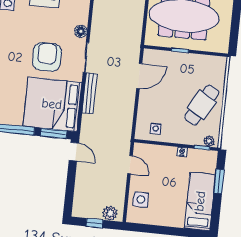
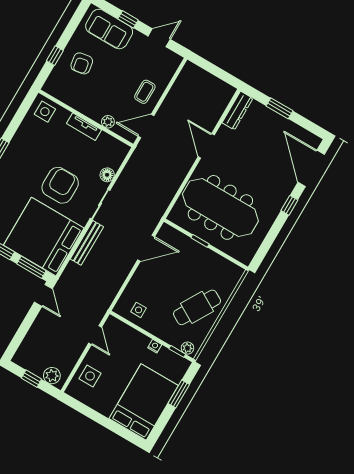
bed: (200, 201) -> (144, 402), width x1.50

